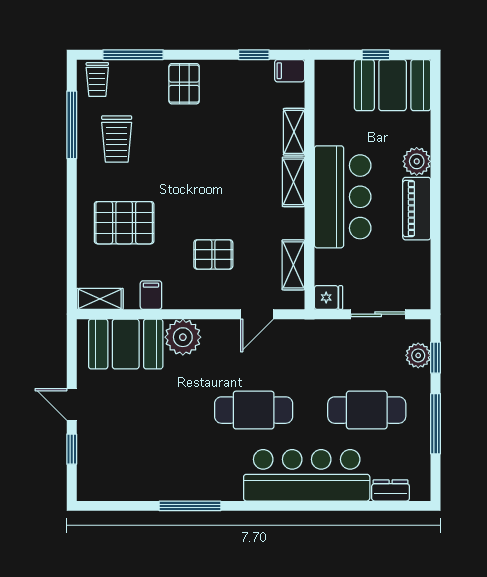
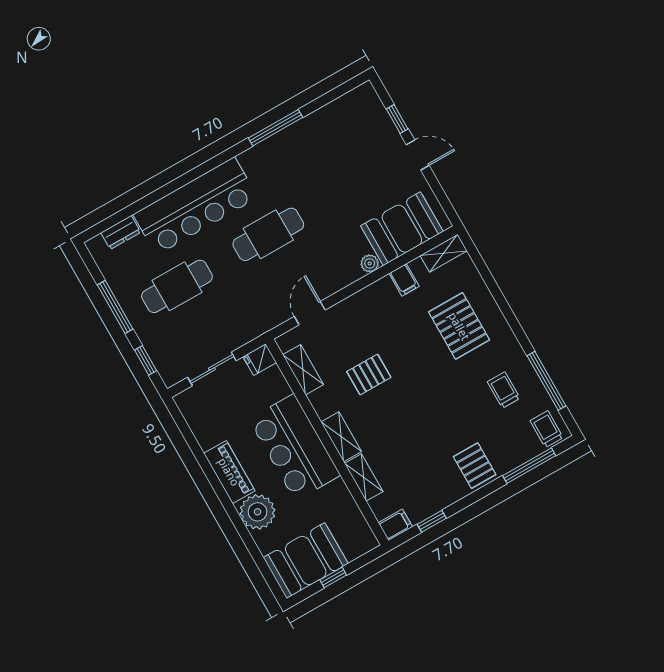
trolley: (117, 139) -> (504, 390), width x0.73, depth x0.72
plant: (417, 161) -> (258, 512), width x1.36, depth x1.36
pallet: (124, 223) -> (459, 326), turned 90
pallet: (213, 254) -> (369, 374), moved
plant: (183, 337) -> (370, 263), width x0.53, depth x0.53
plant: (418, 355) -> (161, 354), removed

